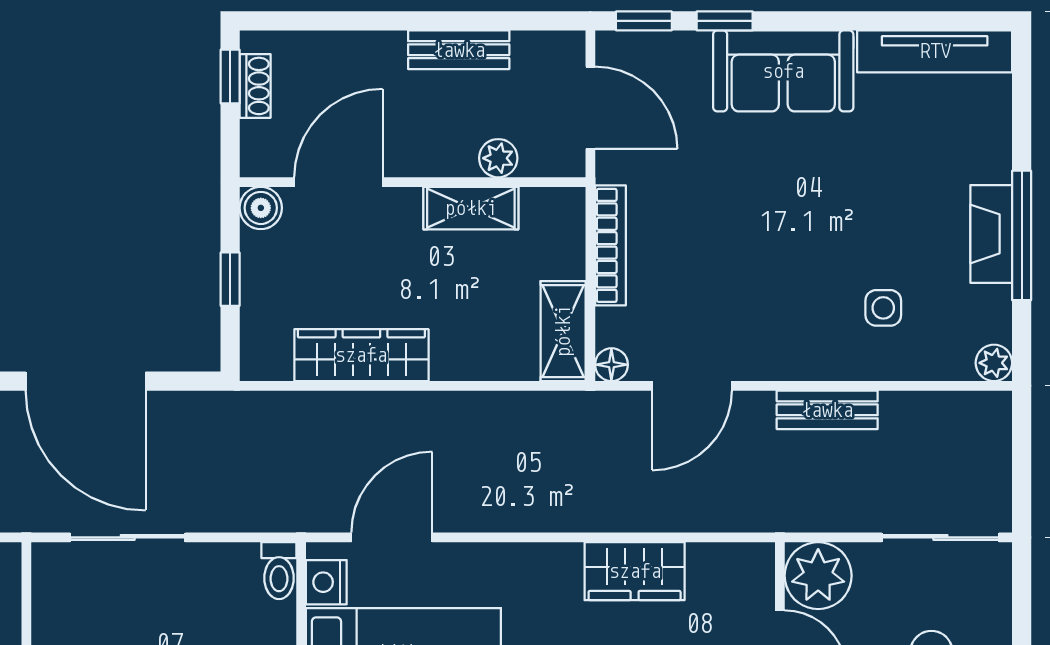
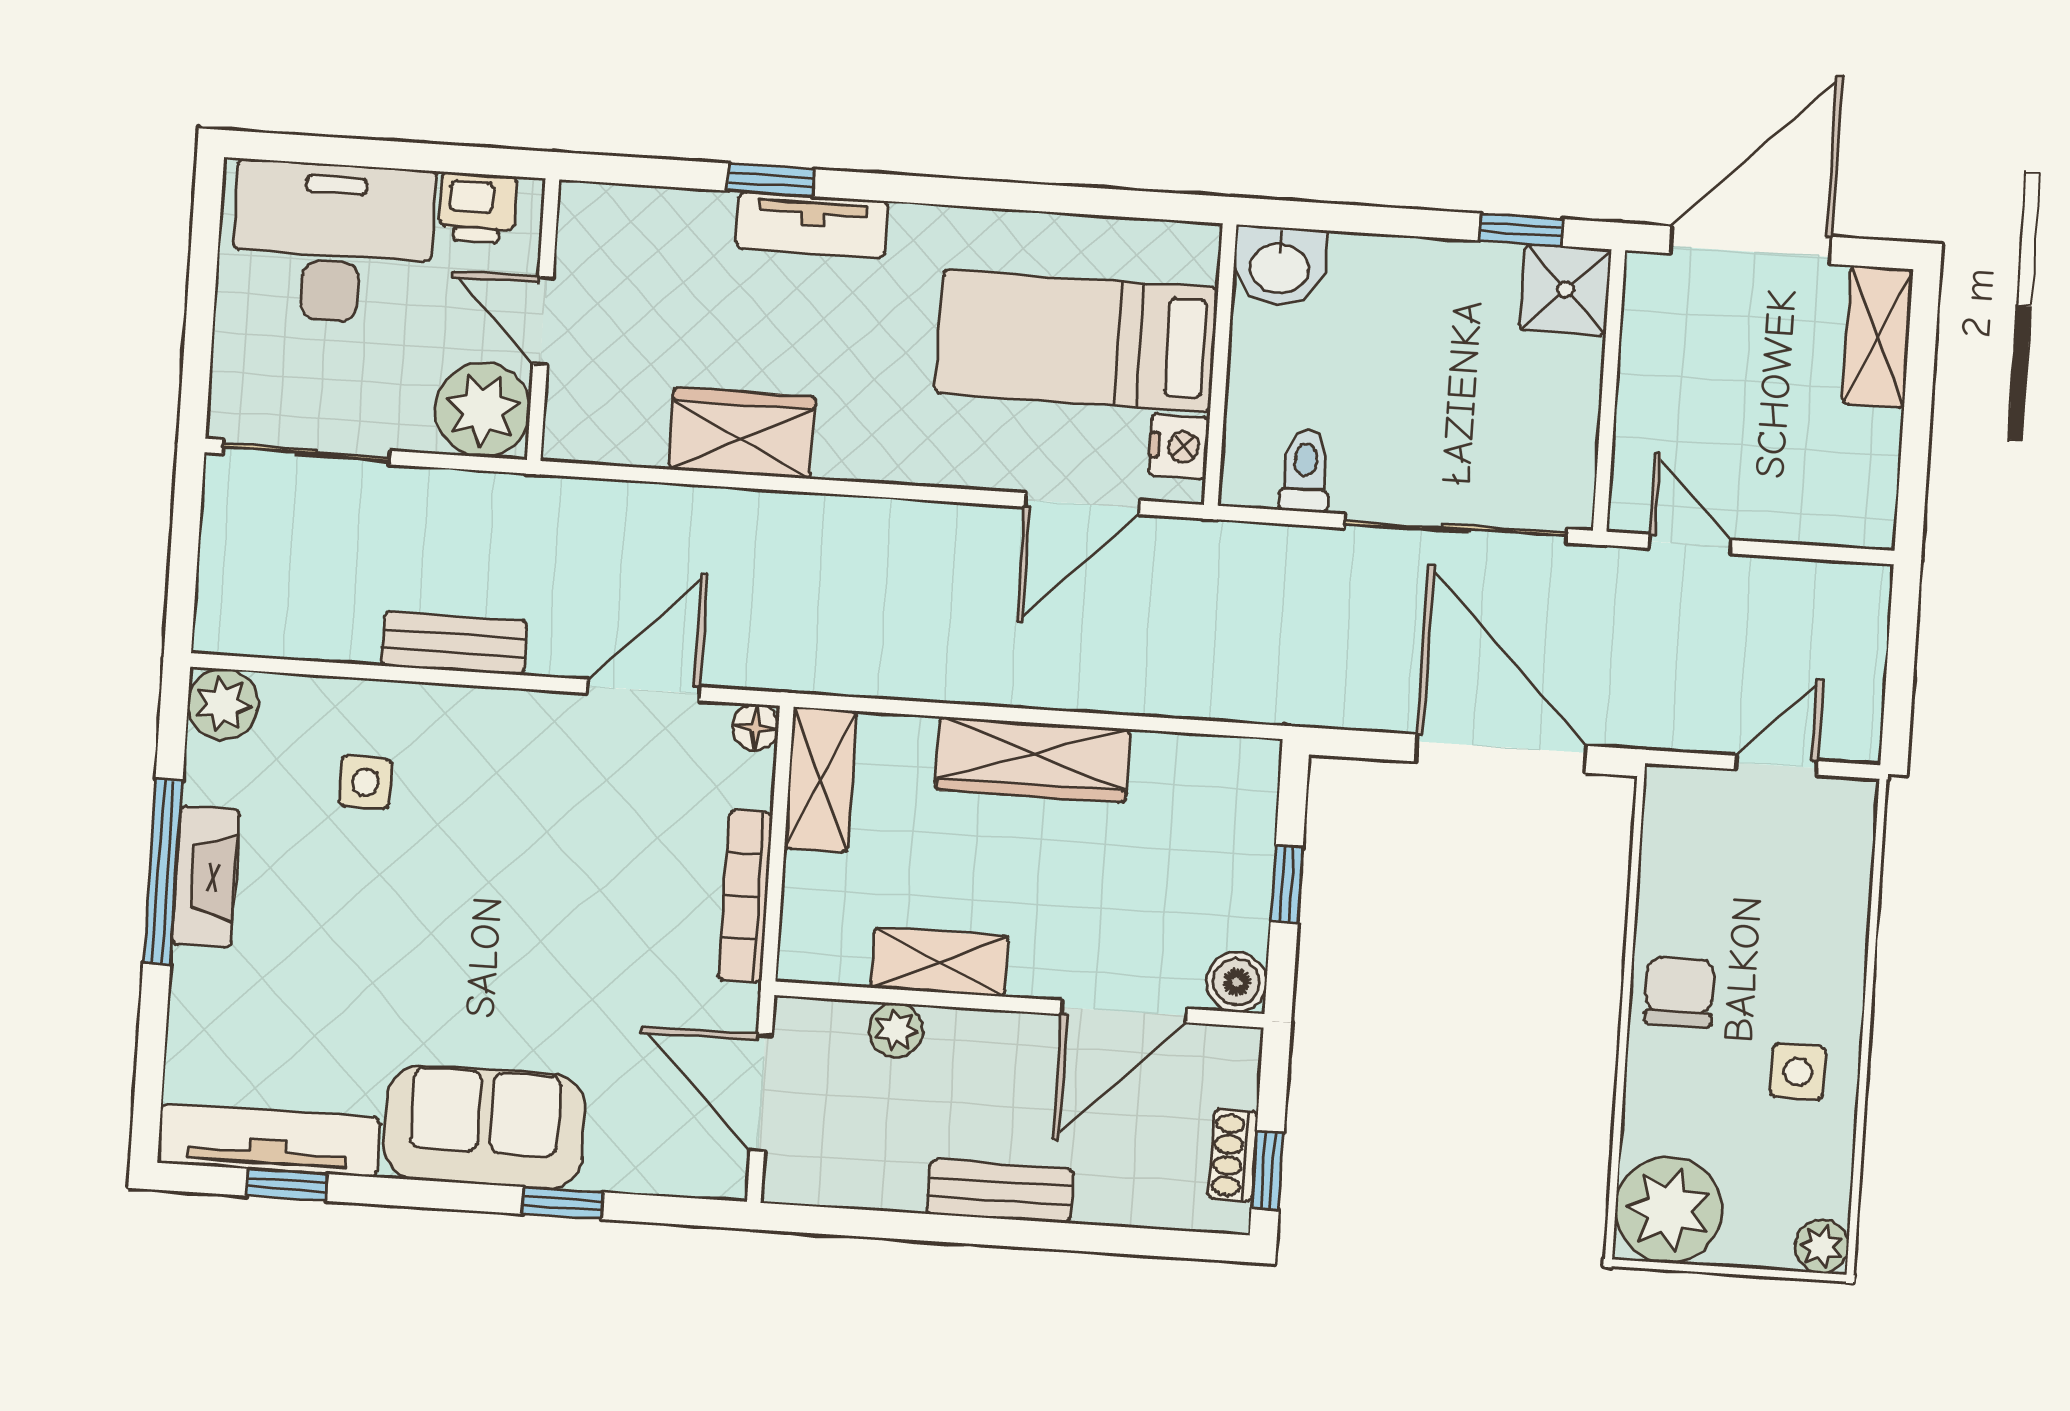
window: (644, 21) -> (287, 1185), moved
bench: (459, 50) -> (1000, 1191), moved
wardrobe: (361, 355) -> (1033, 759), moved
plant: (994, 363) -> (223, 704), width x1.38, depth x1.38
sliding door: (128, 537) -> (1456, 528), width x1.37
toilet: (279, 571) -> (1305, 471), moved

